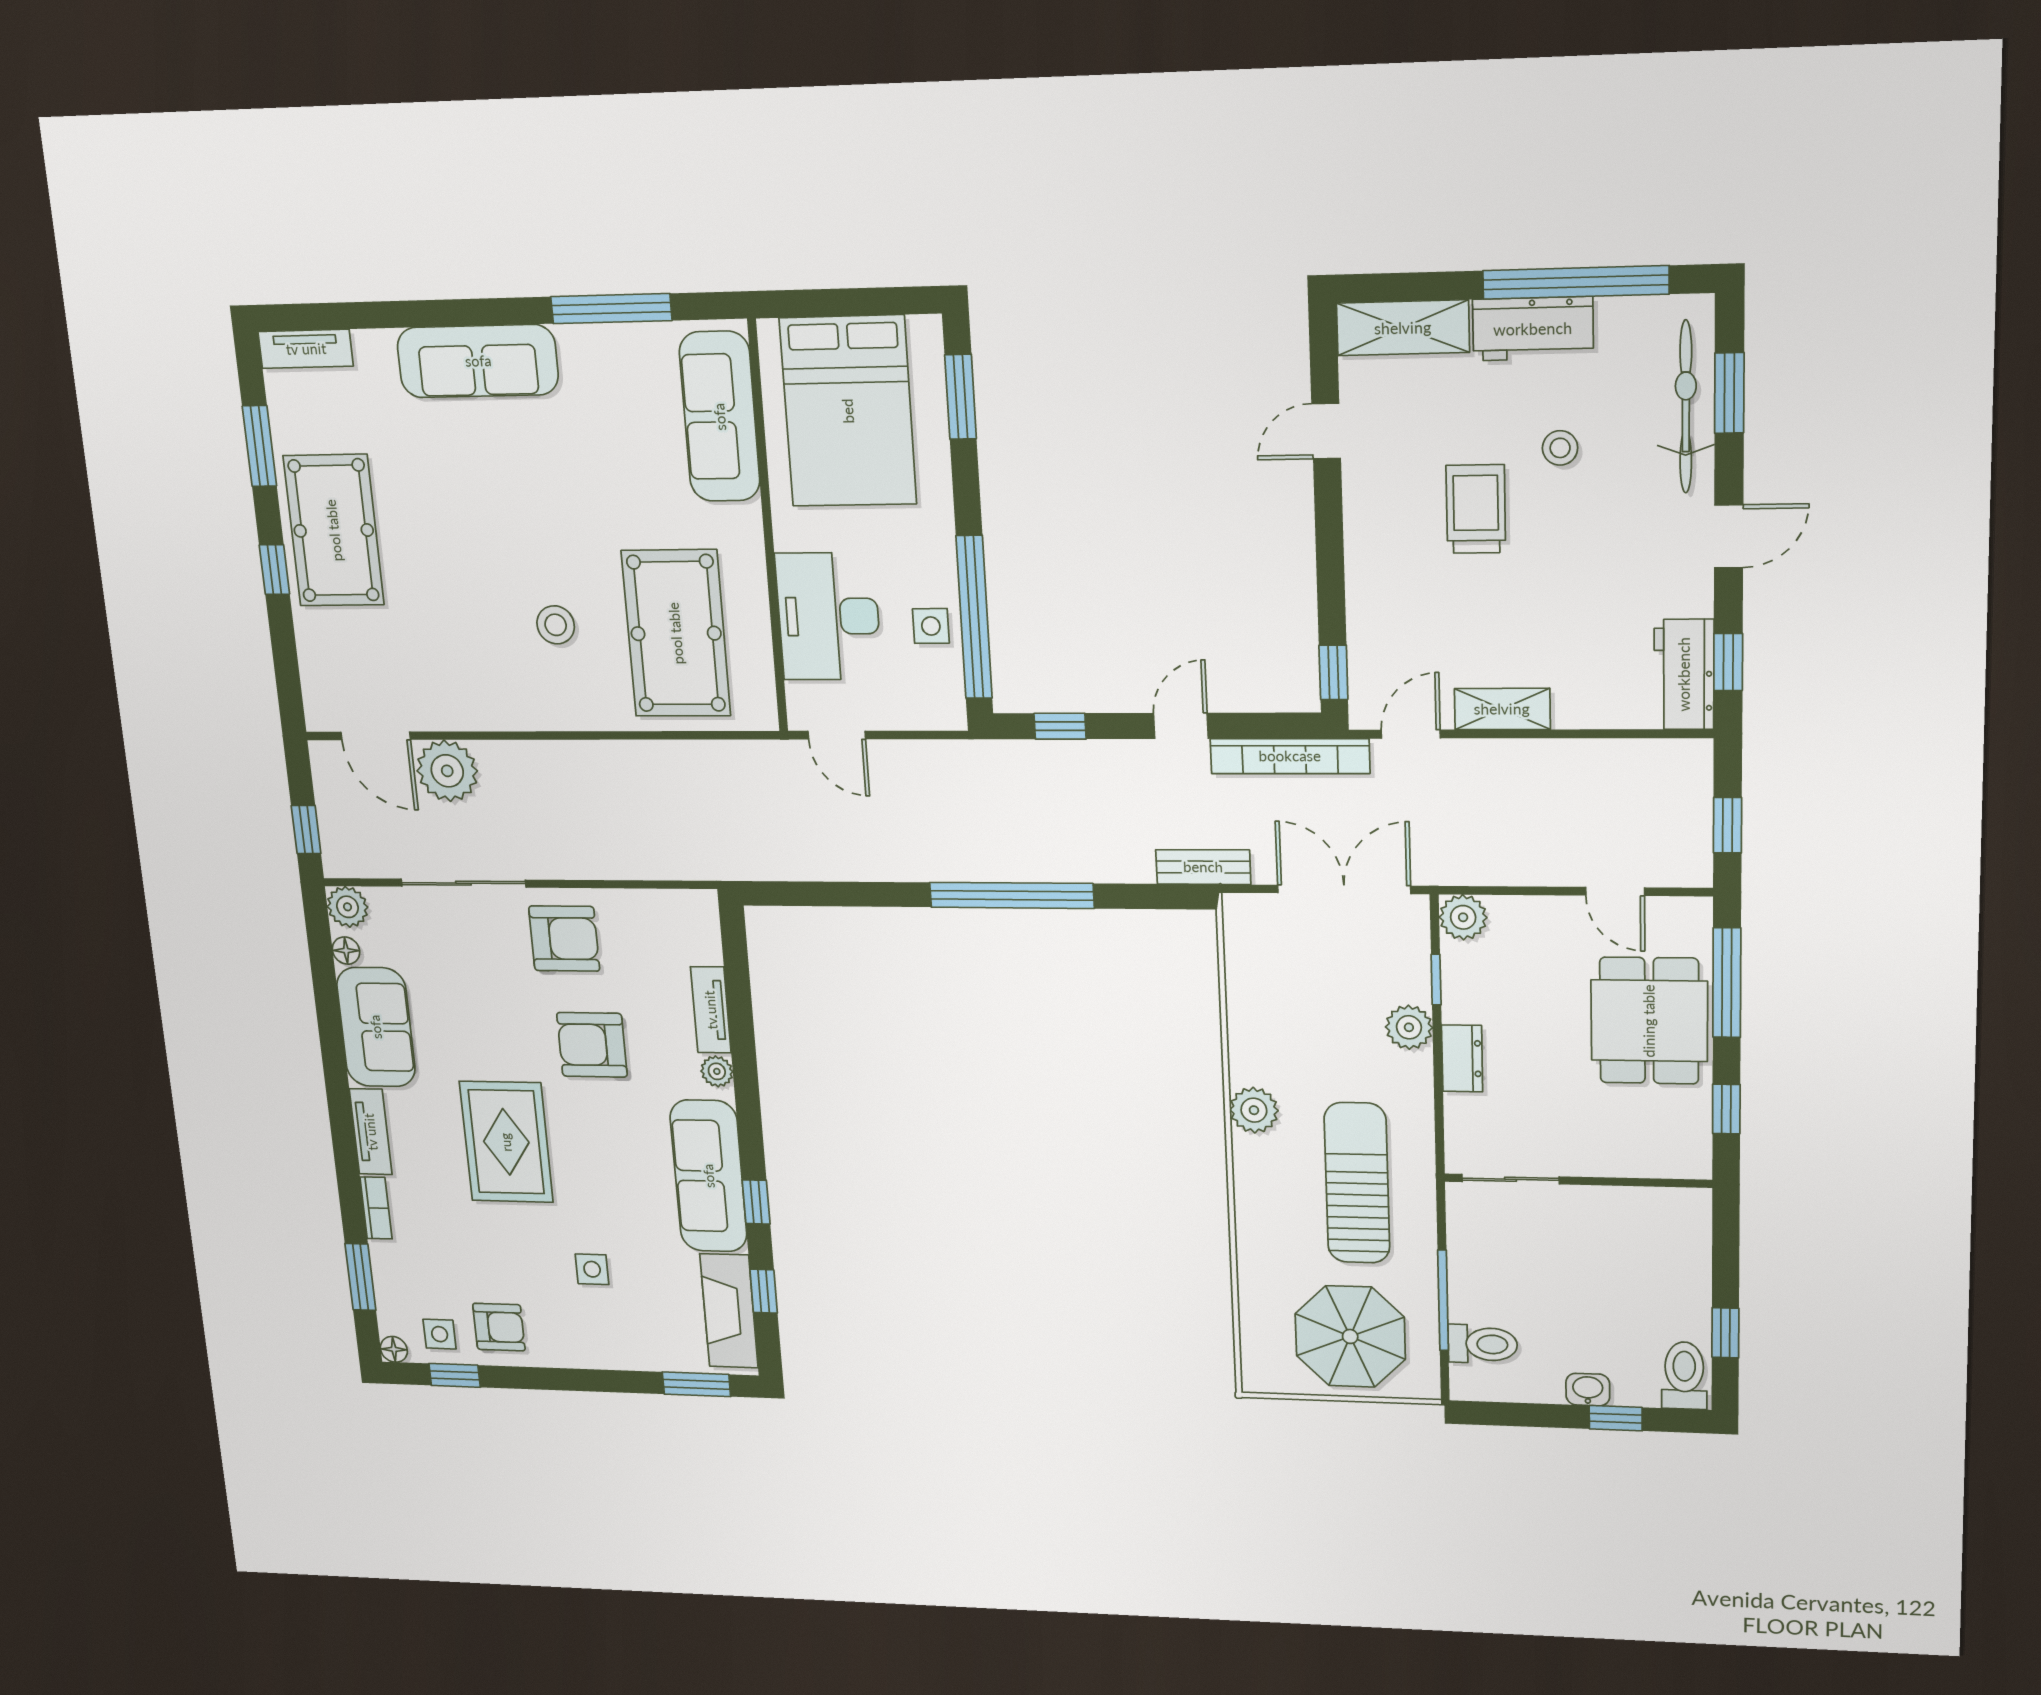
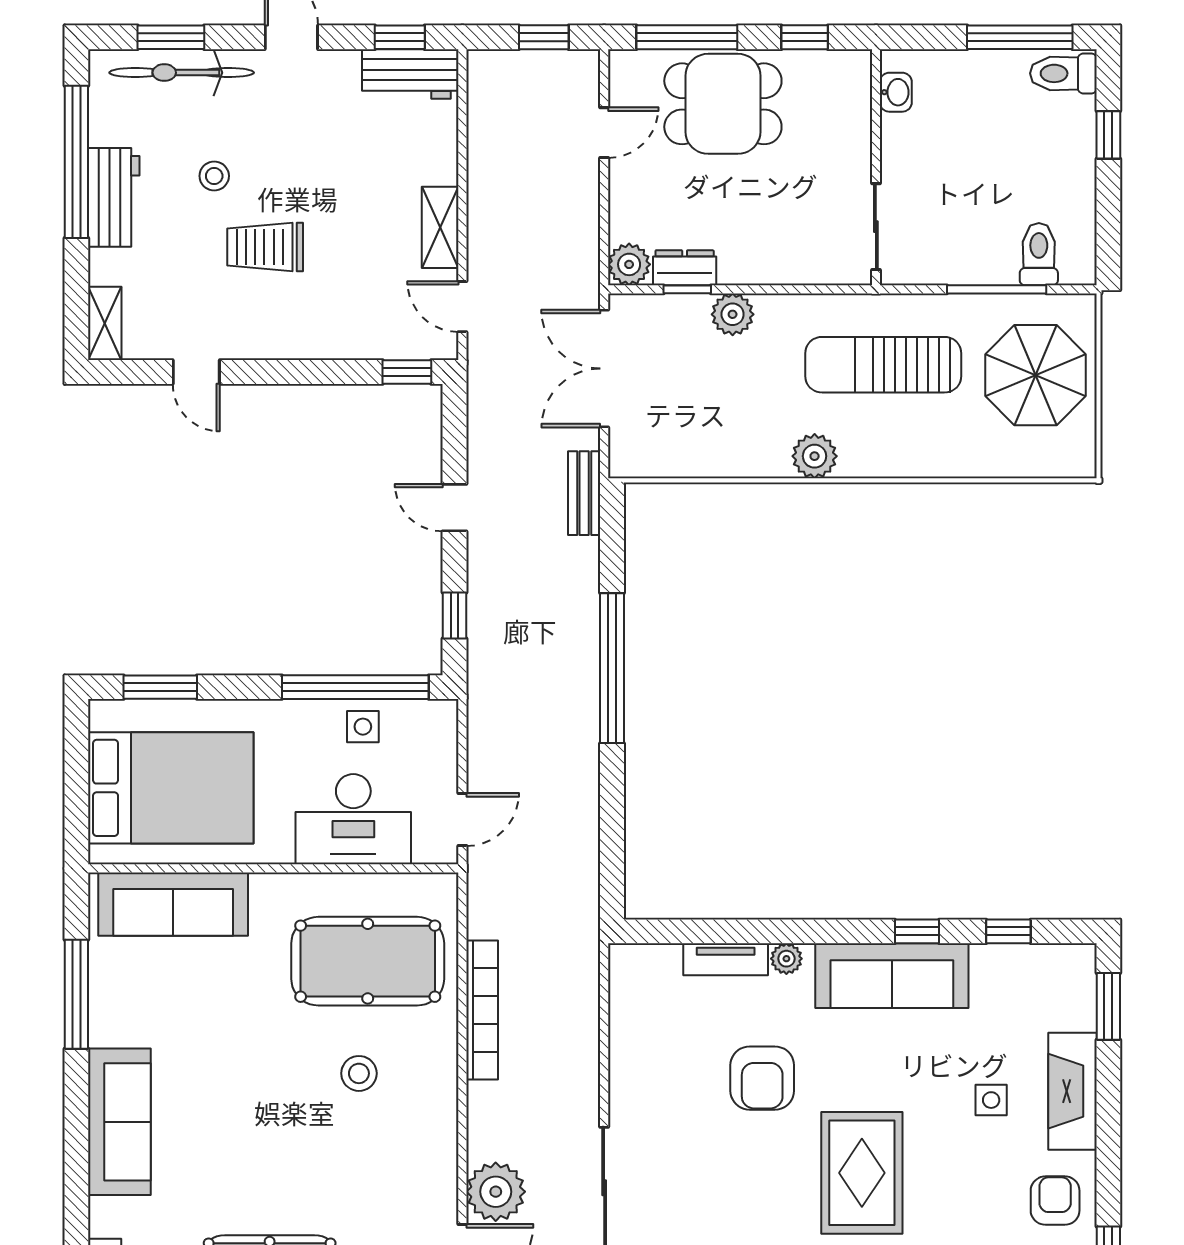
shelving: (1403, 328) -> (105, 323), width x0.67, depth x0.75
bookcase: (1290, 756) -> (482, 1010), moved
armchair: (564, 939) -> (658, 1095), removed
dresser: (1462, 1058) -> (685, 268), moved
rug: (506, 1142) -> (862, 1173), turned 90
fireplace: (729, 1311) -> (1072, 1091), moved, turned 90
window: (1725, 1333) -> (1020, 37), width x2.17
washbasin: (1588, 1390) -> (896, 92), moved, turned 180

